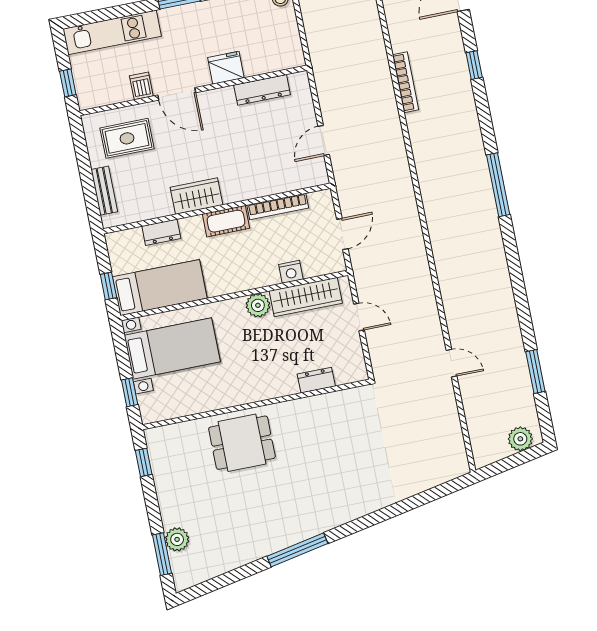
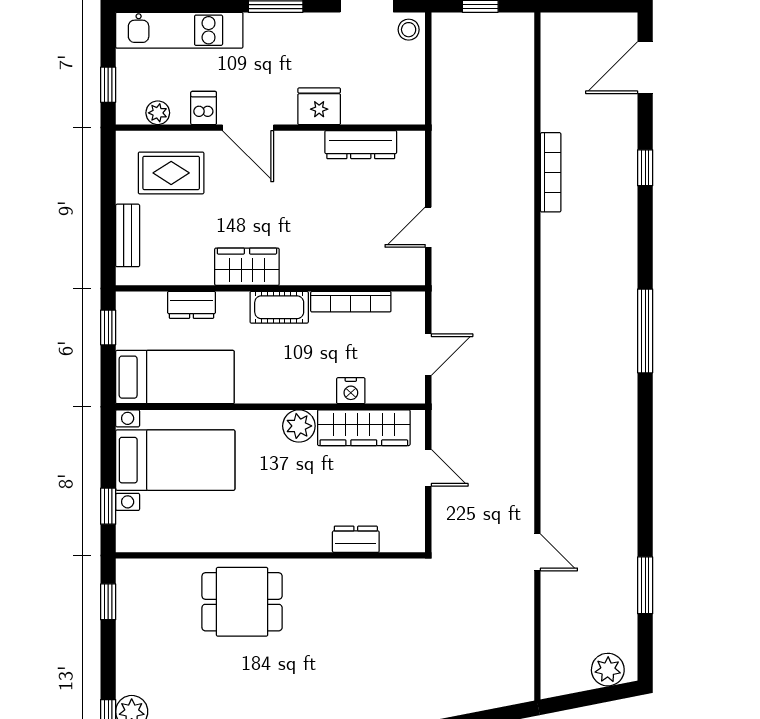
plant: (108, 96) -> (158, 113), added
window: (108, 286) -> (108, 327), moved

